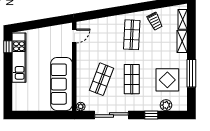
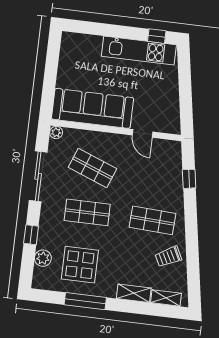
window: (101, 14) -> (189, 179), added
door: (74, 36) -> (142, 133), moved

